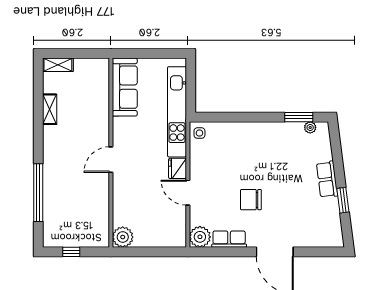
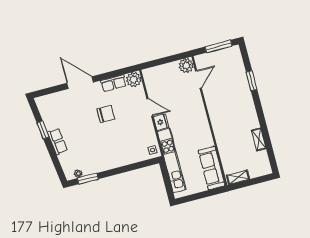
shelving: (58, 65) -> (238, 177), moved
door: (111, 160) -> (198, 79), moved
window: (38, 193) -> (252, 81), width x0.47
window: (71, 252) -> (219, 46), width x2.17

